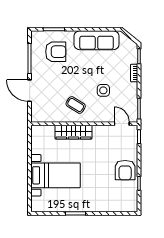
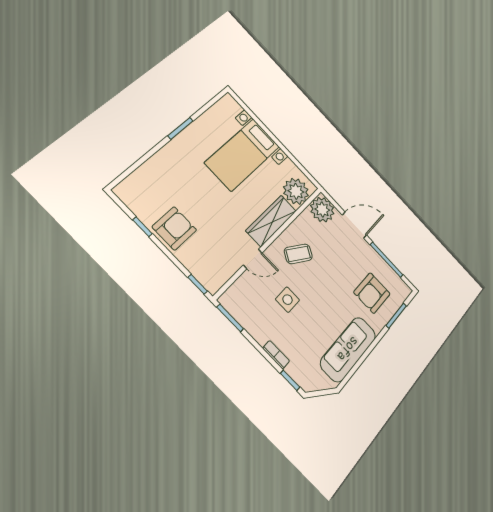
plant: (40, 113) -> (322, 210), added
door: (122, 124) -> (253, 259), moved
plant: (45, 134) -> (296, 191), added
armchair: (125, 170) -> (174, 228), turned 90

